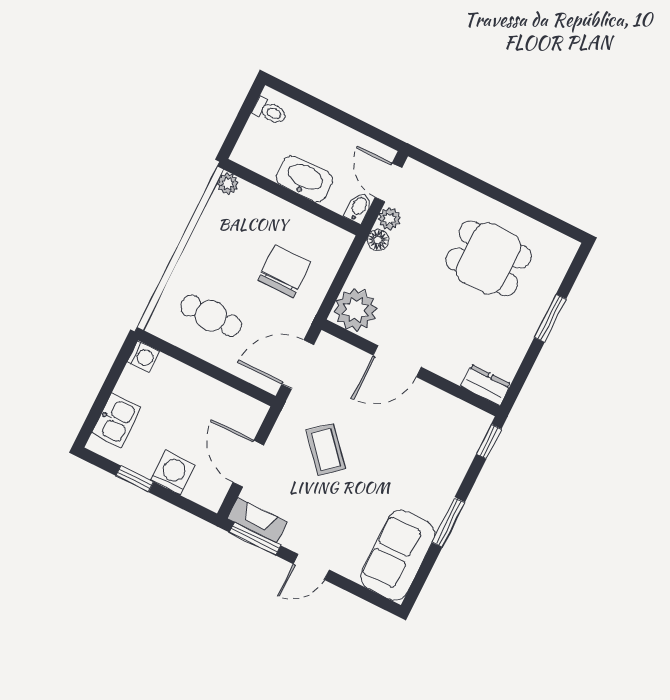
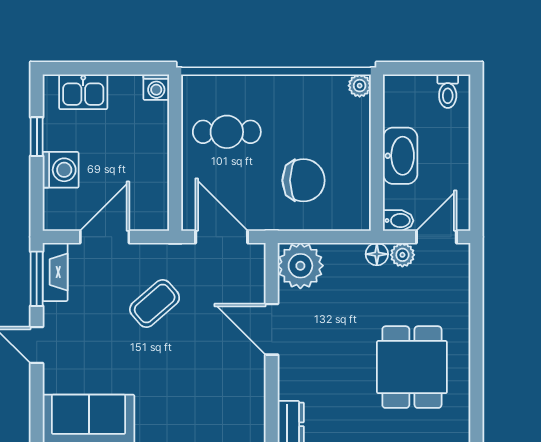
cafe table: (211, 316) -> (227, 132), turned 90

